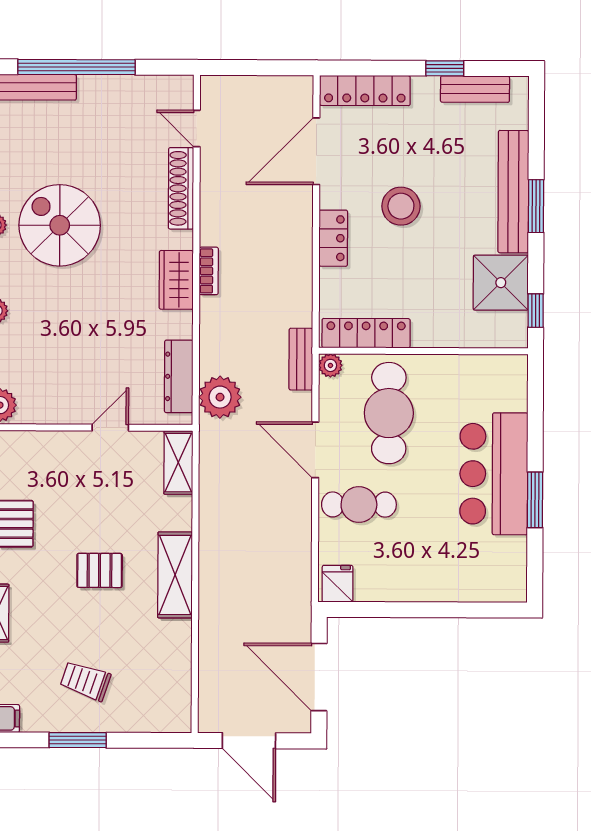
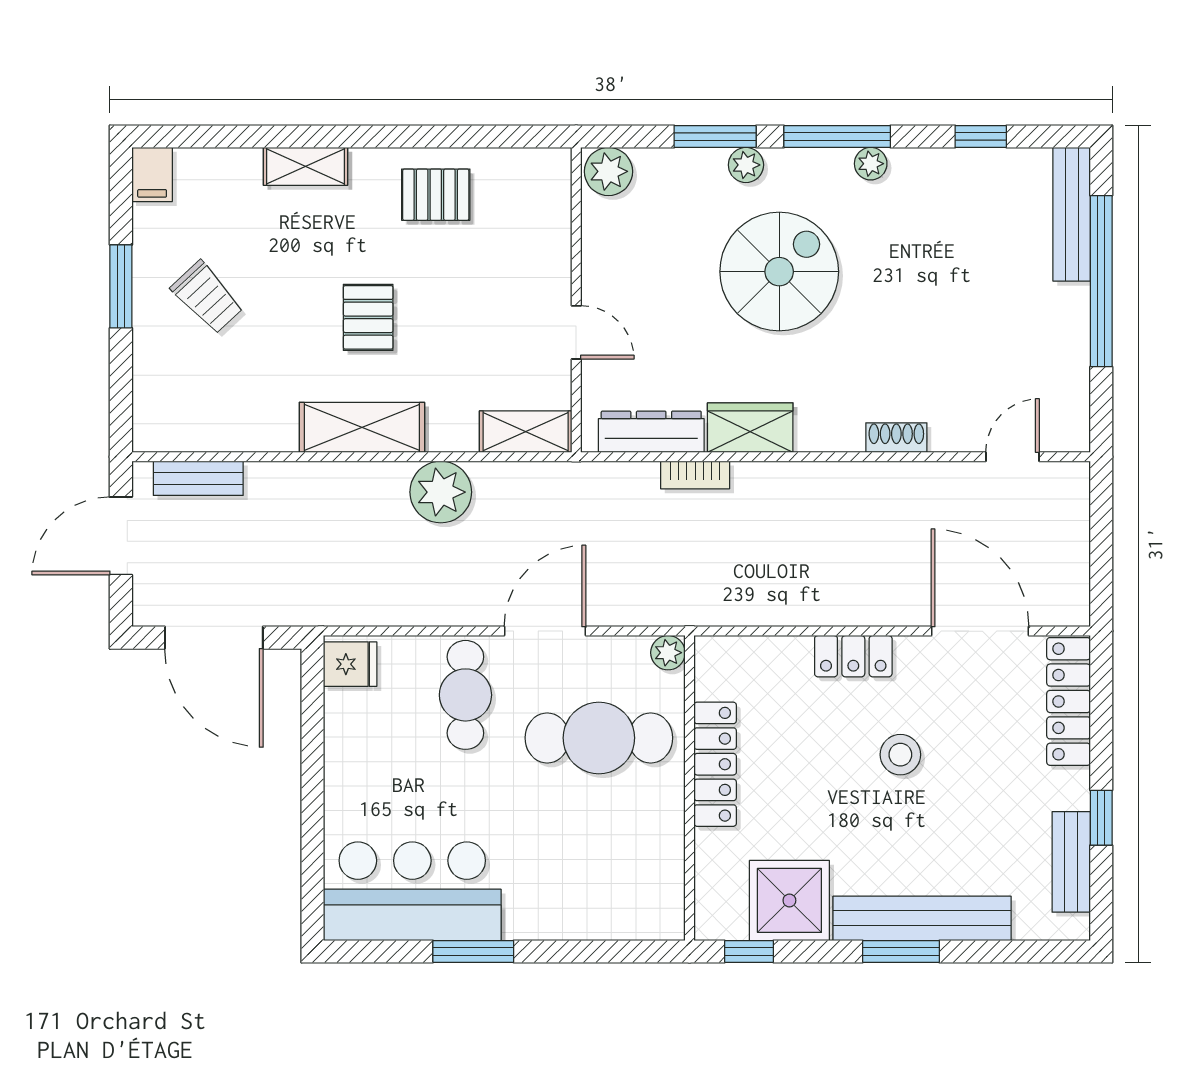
shoe rack: (181, 188) -> (896, 438), width x0.51, depth x0.81
stool: (401, 206) -> (900, 755), width x0.73, depth x0.73
spiral stairs: (60, 225) -> (779, 272), moved
bookcase: (209, 271) -> (695, 475), moved
wardrobe: (176, 280) -> (750, 428), moved
locker: (366, 333) -> (715, 764), moved
bench: (301, 359) -> (198, 478), moved
plant: (220, 397) -> (441, 492), moved
bar counter: (494, 474) -> (412, 891), moved
door: (319, 677) -> (214, 638), swing flipped
trolley: (85, 681) -> (207, 297), turned 118

